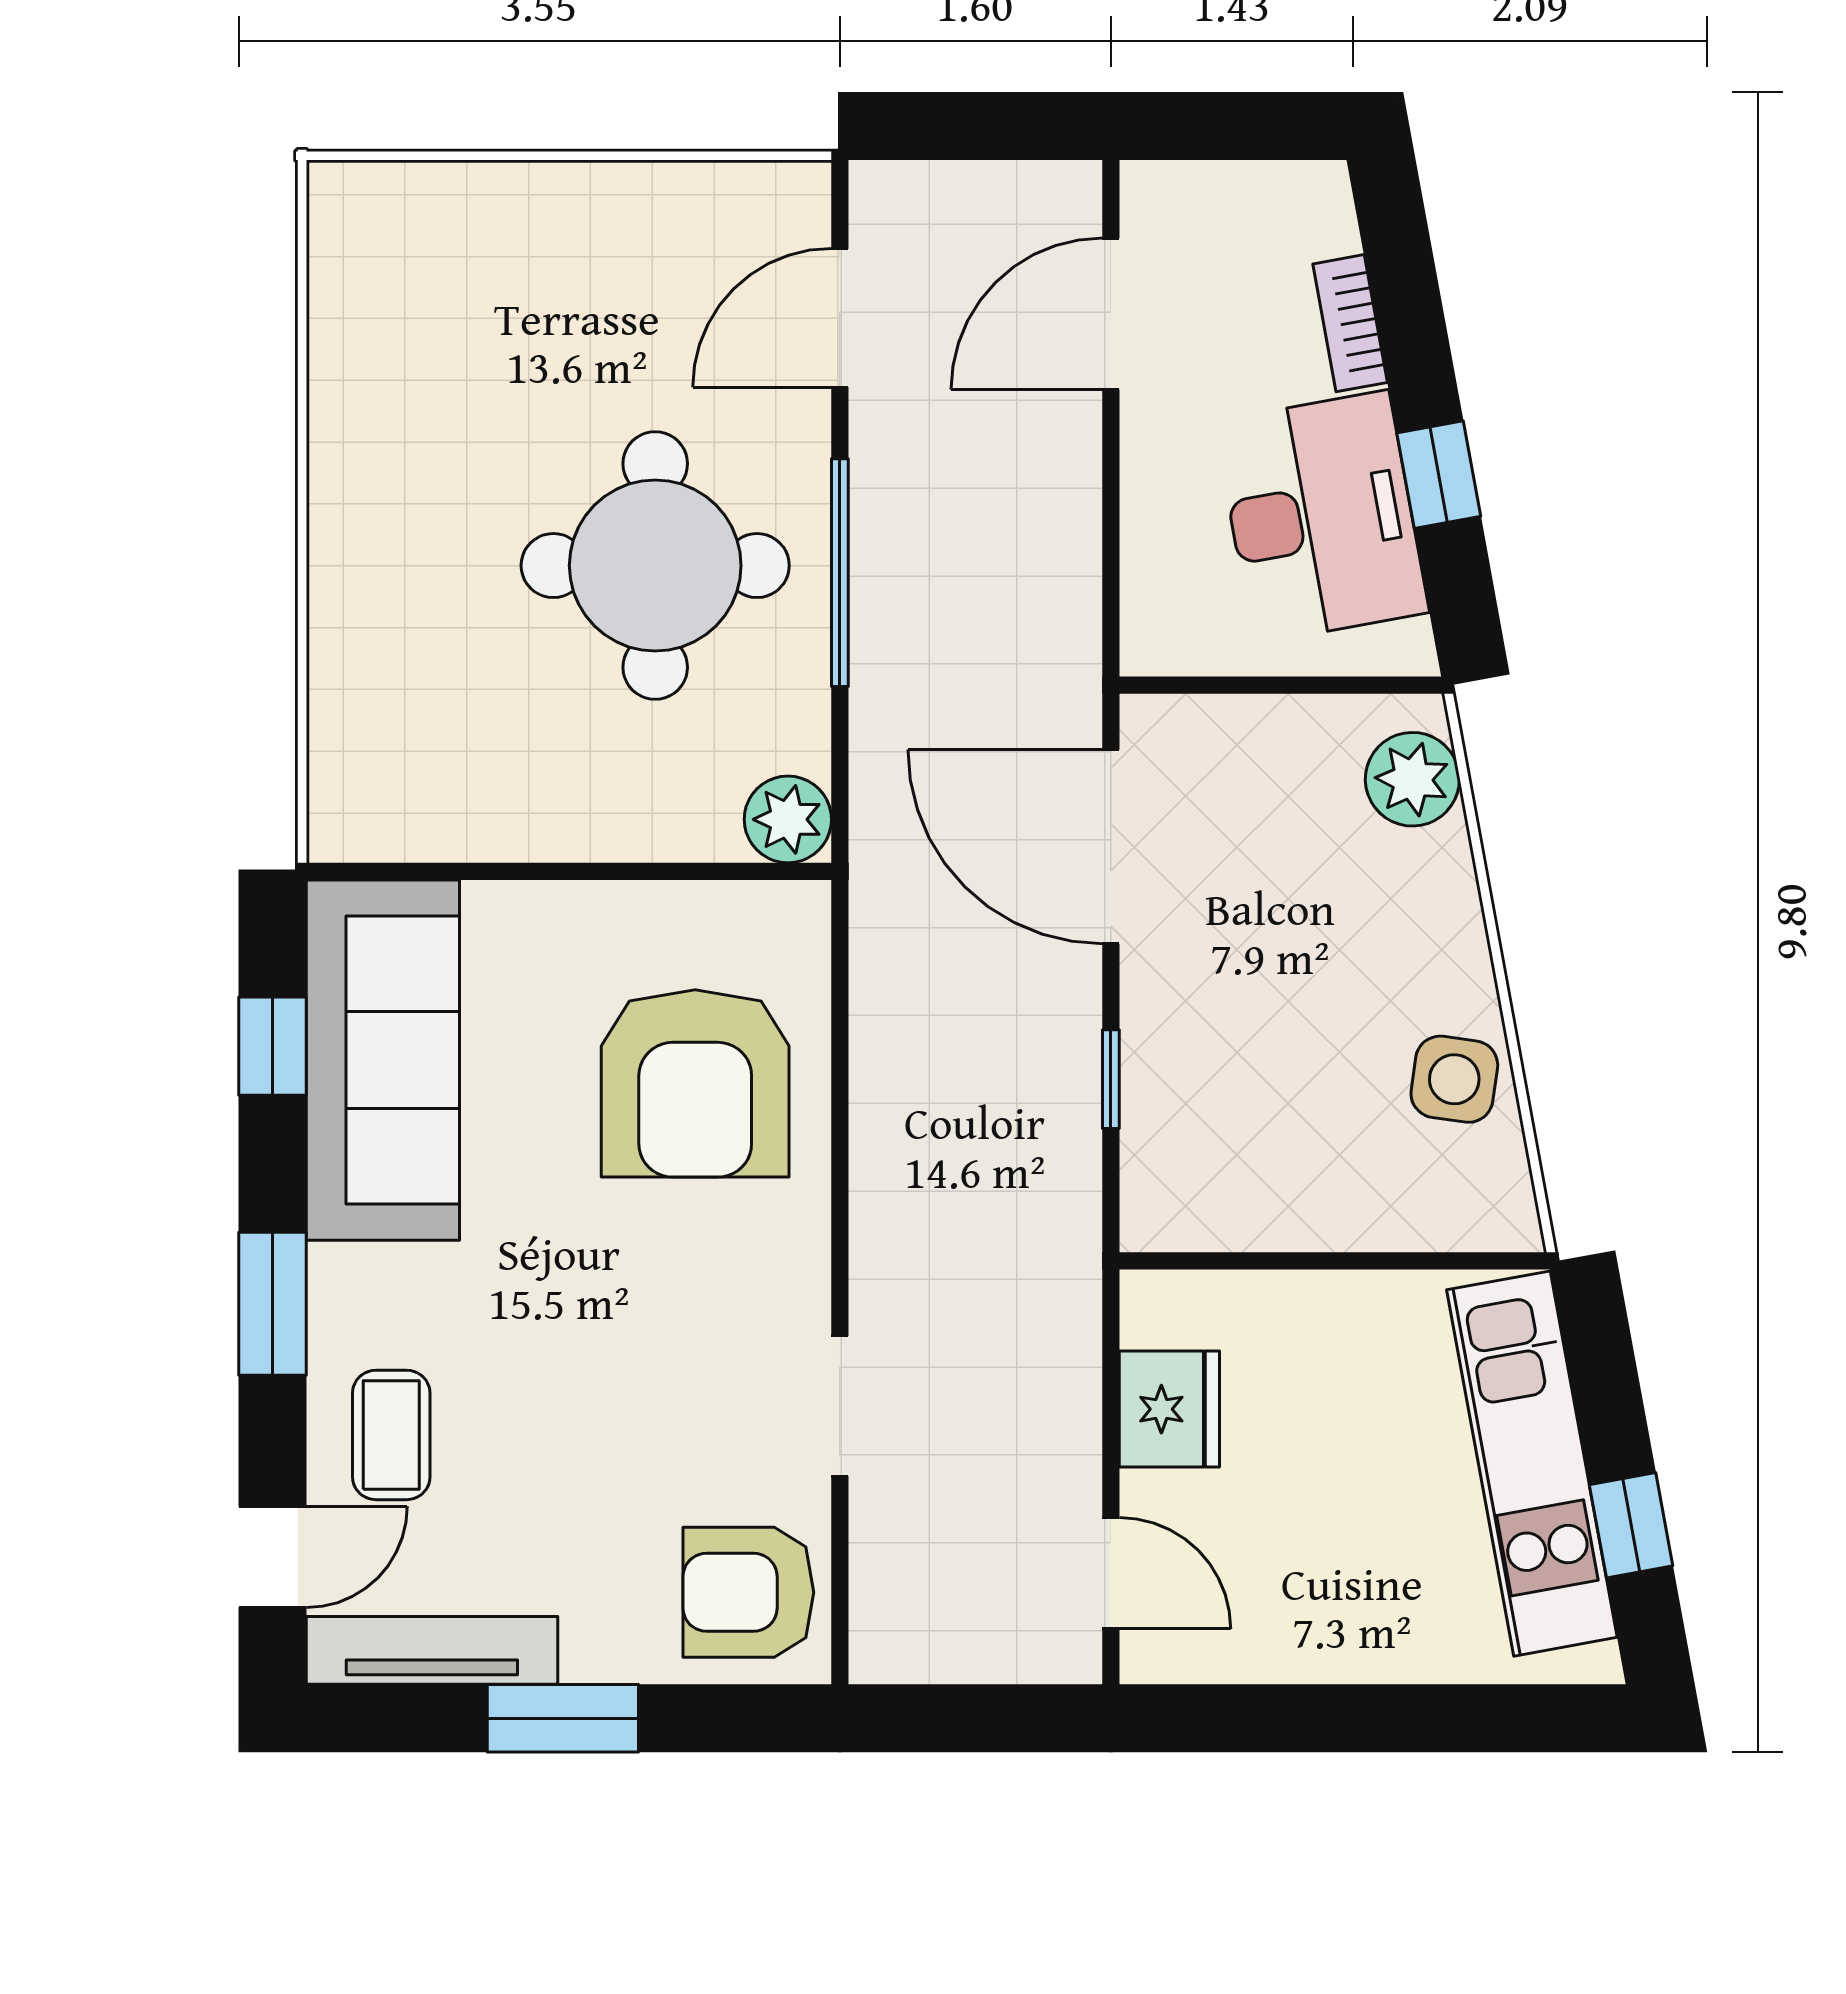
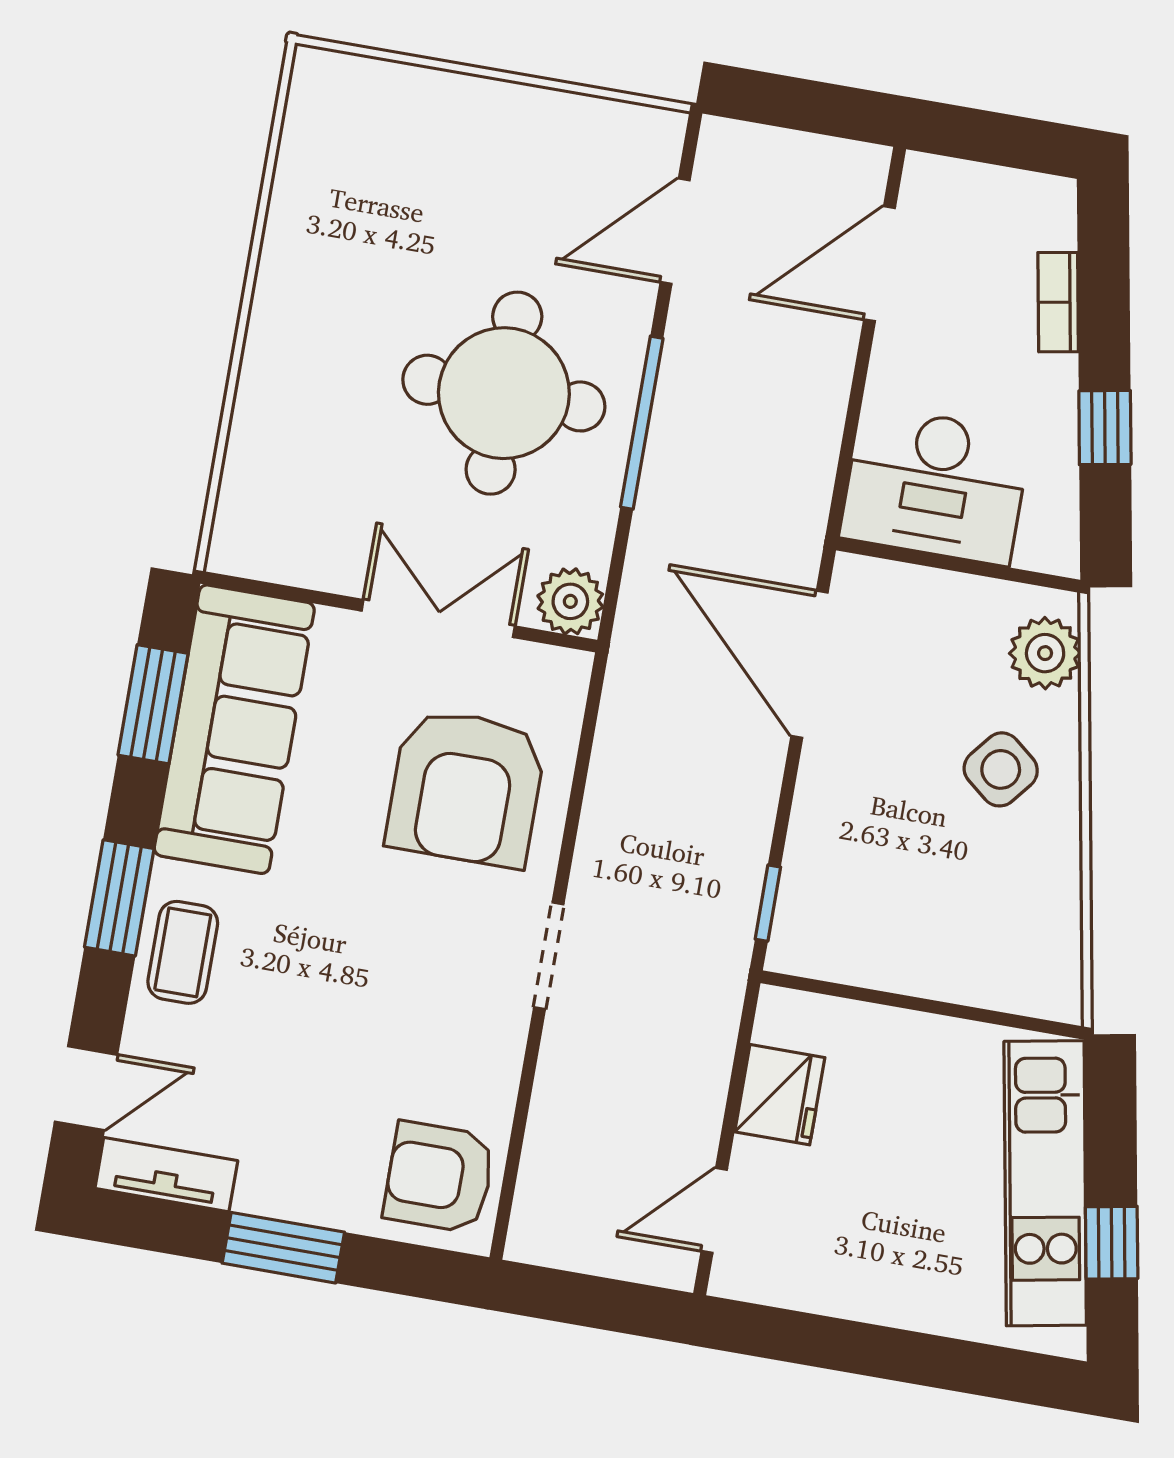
desk: (1321, 517) -> (935, 485), moved, turned 100
double door: (621, 871) -> (438, 619), added
window: (272, 1046) -> (153, 704), width x1.50
window: (1111, 1079) -> (768, 903), moved
side table: (1454, 1079) -> (1001, 769), moved, turned 31
doorway: (840, 1406) -> (549, 956), moved
coffee table: (391, 1435) -> (183, 952), moved
door: (1111, 1573) -> (714, 1210), swing flipped
tv unit: (432, 1650) -> (166, 1175), width x0.71

